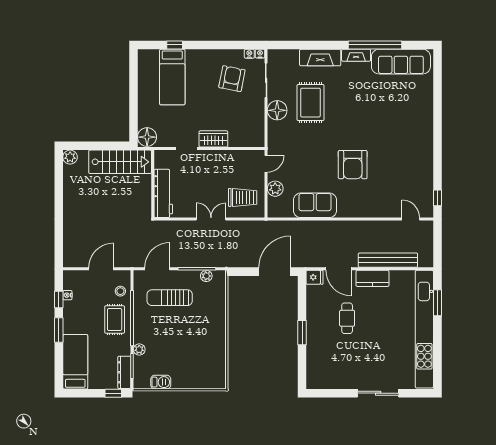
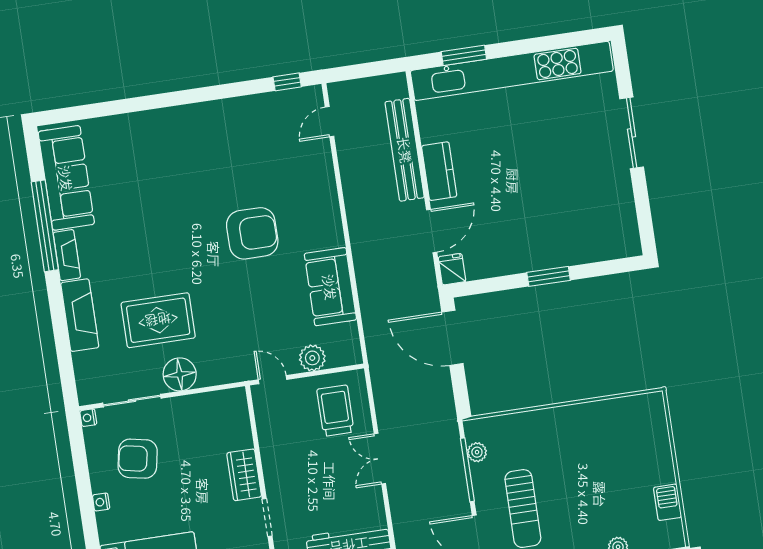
nightstand: (249, 54) -> (101, 502), moved
cafe table: (347, 318) -> (513, 204), removed

